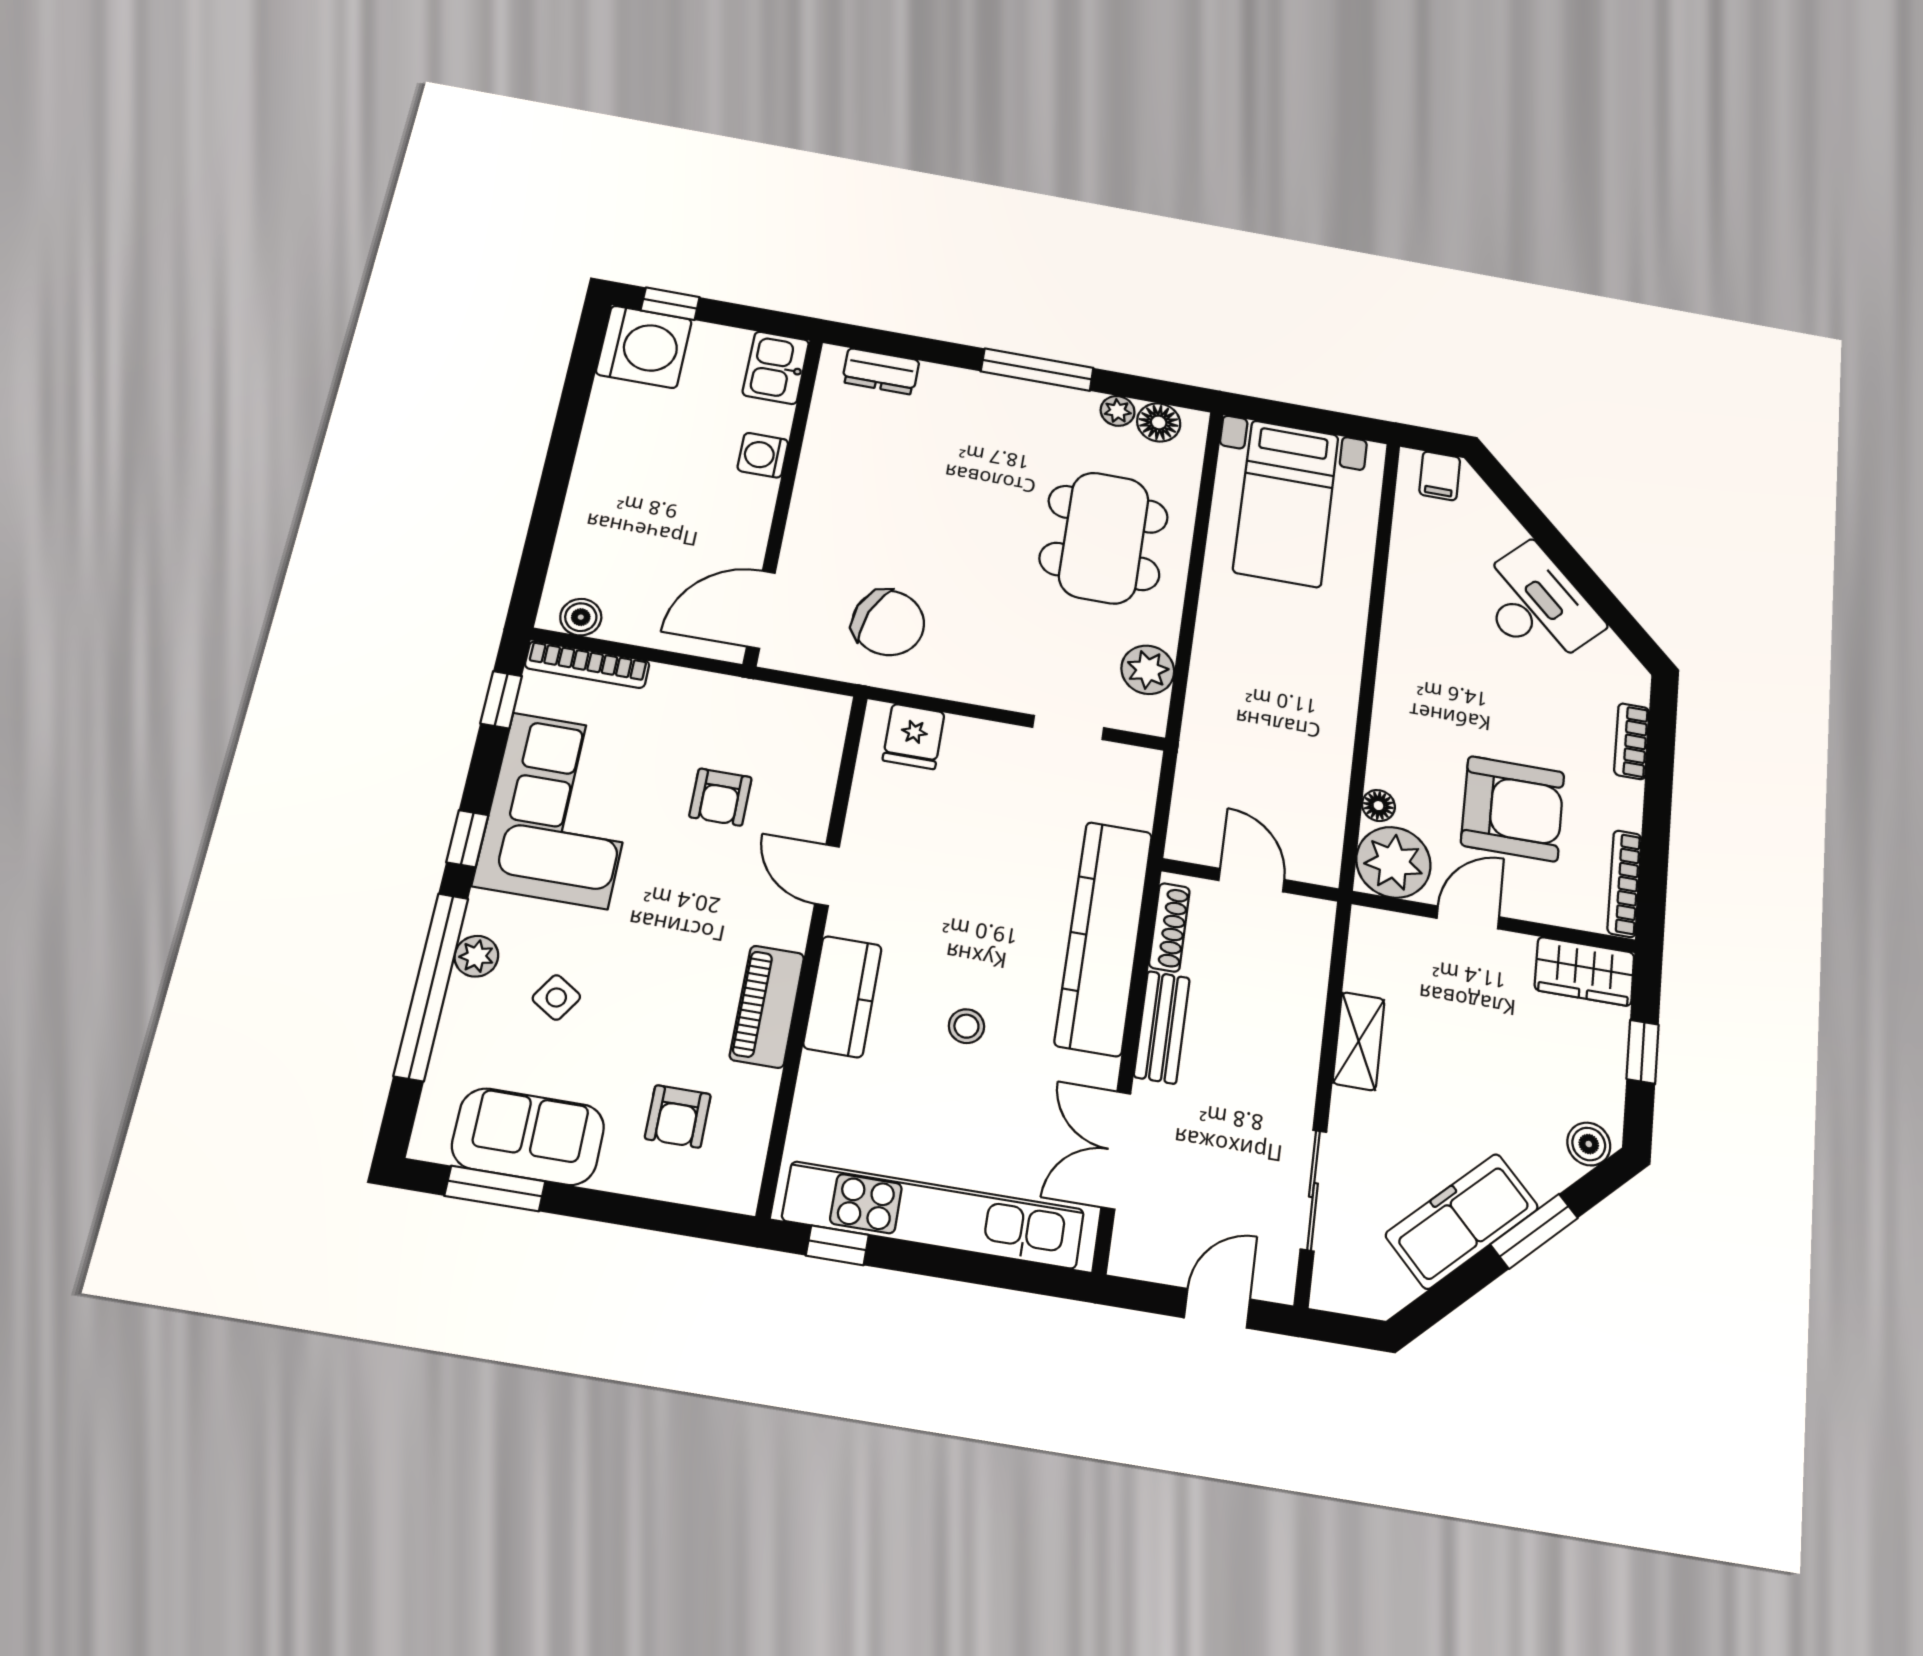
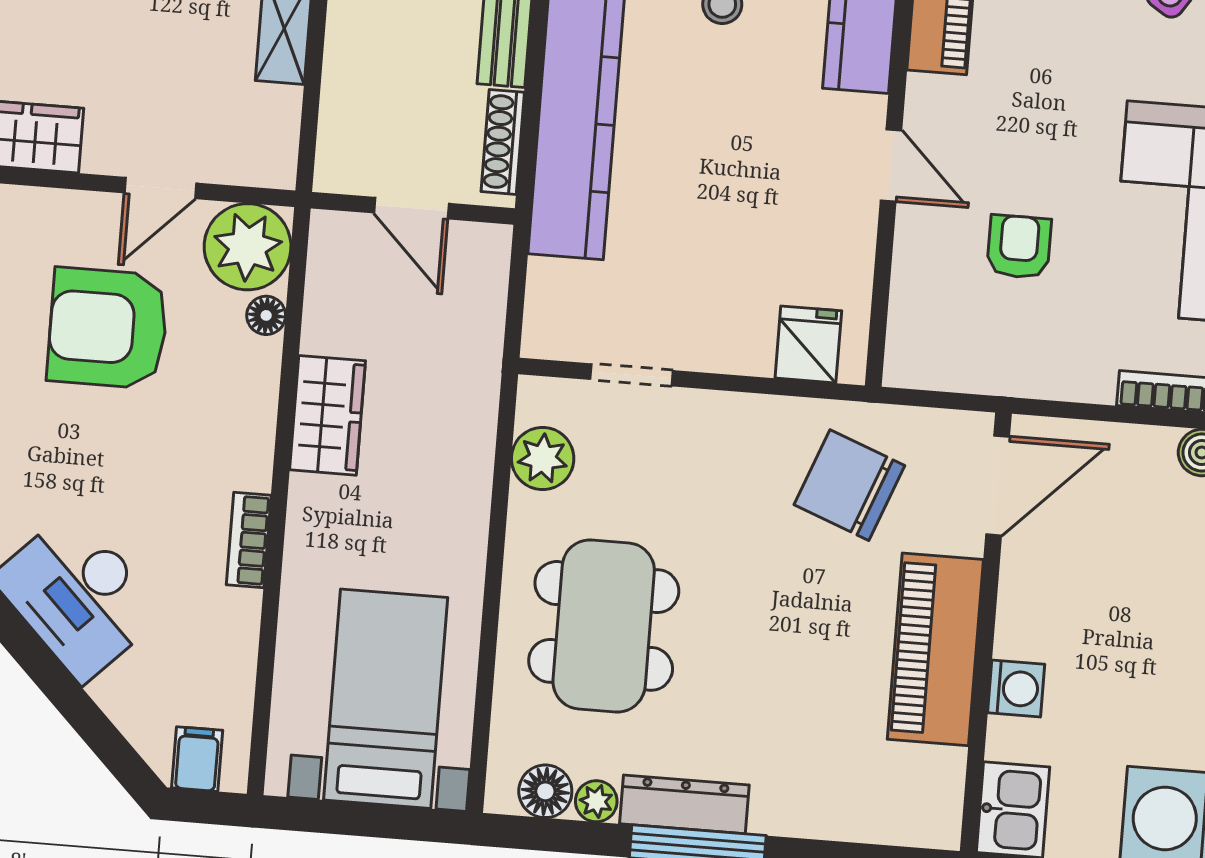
dresser: (881, 371) -> (684, 804), moved, width x1.44
piano: (828, 491) -> (935, 649), added
bookcase: (1396, 633) -> (249, 540), added
wardrobe: (1328, 722) -> (327, 415), added

